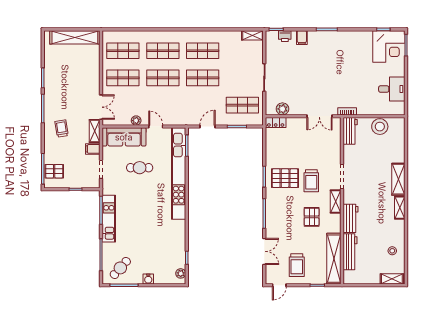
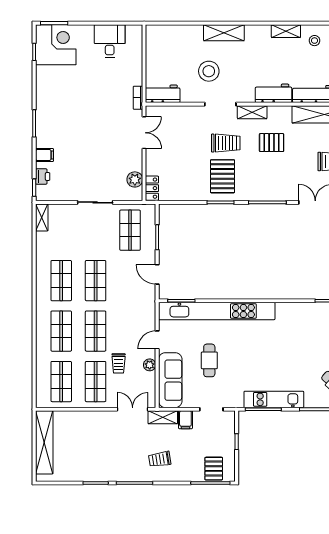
trolley: (137, 96) -> (119, 363), added
stool: (380, 127) -> (209, 71), moved
shelving: (400, 208) -> (286, 31), moved

